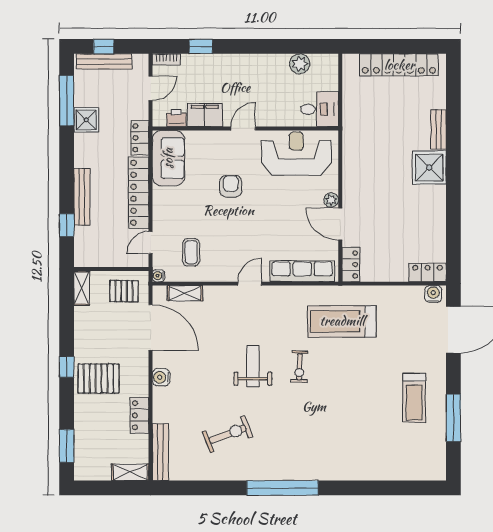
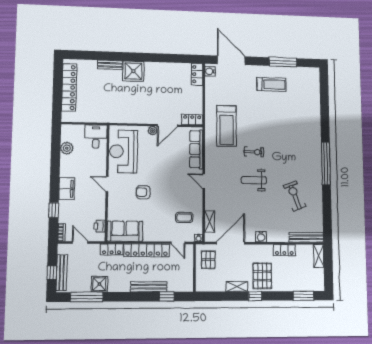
filing cabinet: (205, 115) -> (67, 189), moved, turned 180
shelving: (82, 288) -> (237, 287), moved

